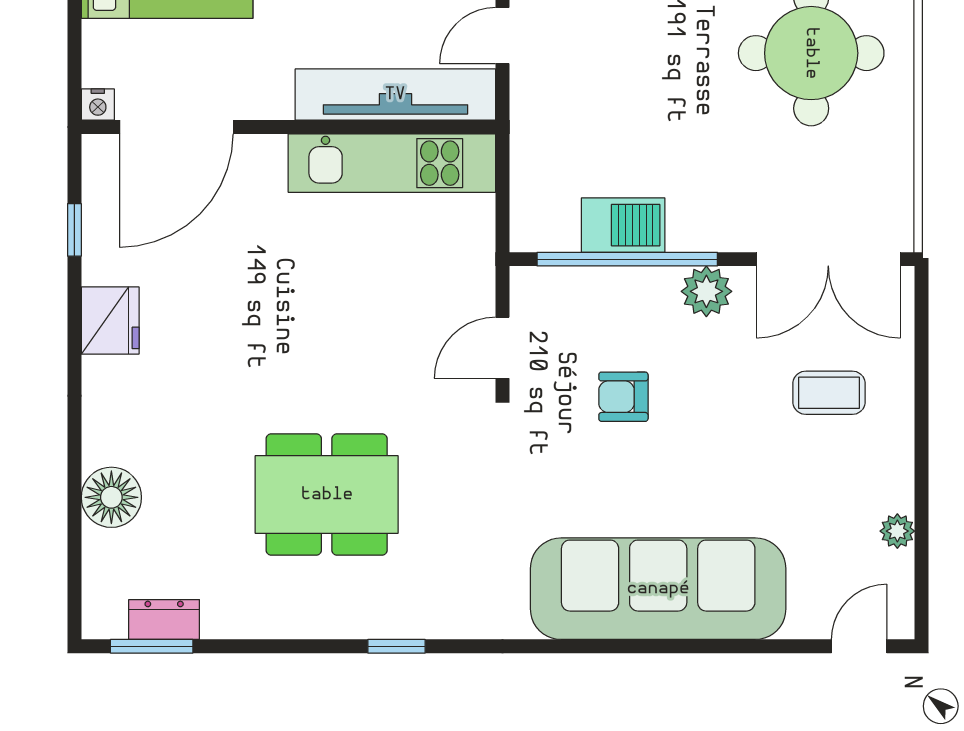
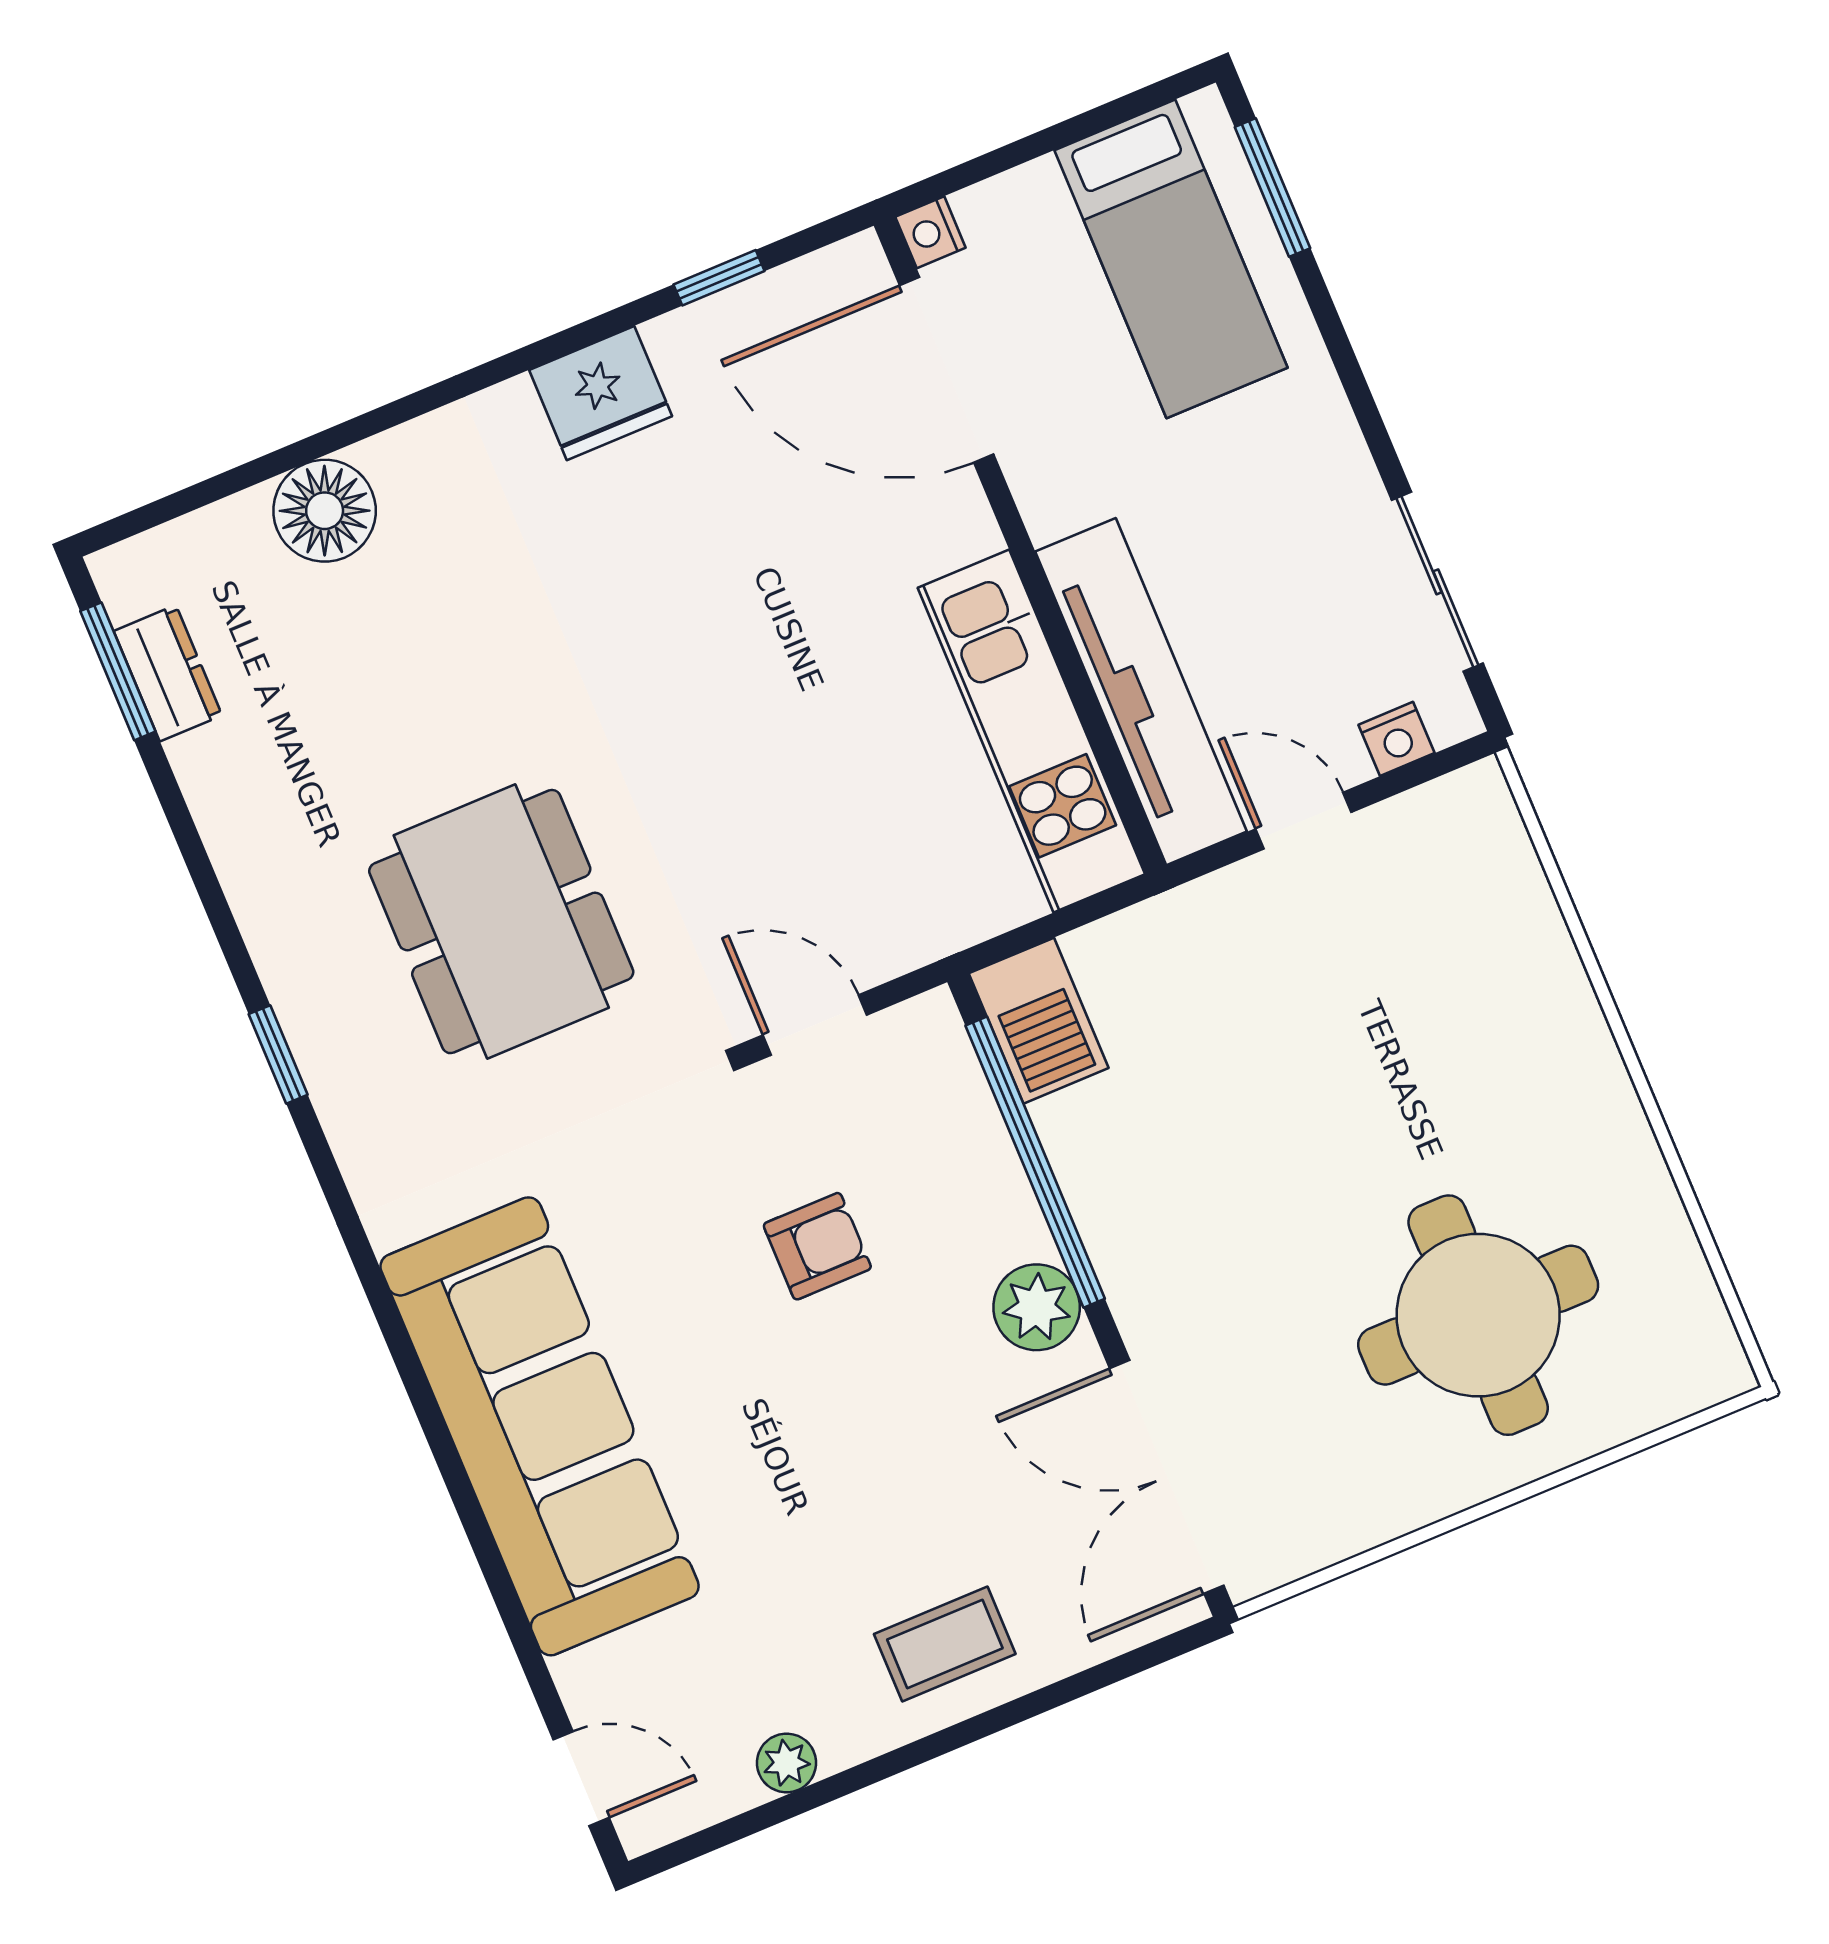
barbecue: (623, 225) -> (1039, 1021), moved
coffee table: (829, 393) -> (945, 1644), moved, turned 90
armchair: (623, 397) -> (817, 1246), turned 90
dining table: (327, 495) -> (501, 922), moved

